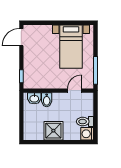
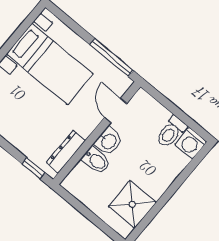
dresser: (40, 84) -> (66, 151), added
washbasin: (34, 98) -> (108, 141), moved
shower: (53, 131) -> (132, 204), moved

